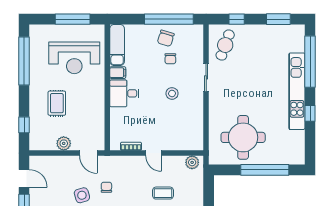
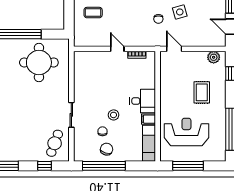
stool: (172, 93) -> (114, 115), moved
plant: (64, 143) -> (214, 57), moved
plant: (192, 162) -> (83, 41), removed
coffee table: (163, 193) -> (93, 13), moved

